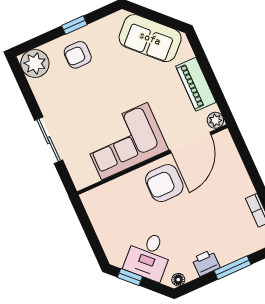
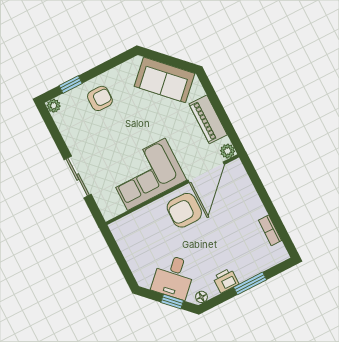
window: (74, 25) -> (71, 84), moved
armchair: (78, 55) -> (100, 98), turned 180
plant: (35, 63) -> (54, 106), width x0.53, depth x0.53
window: (130, 277) -> (172, 302), moved

